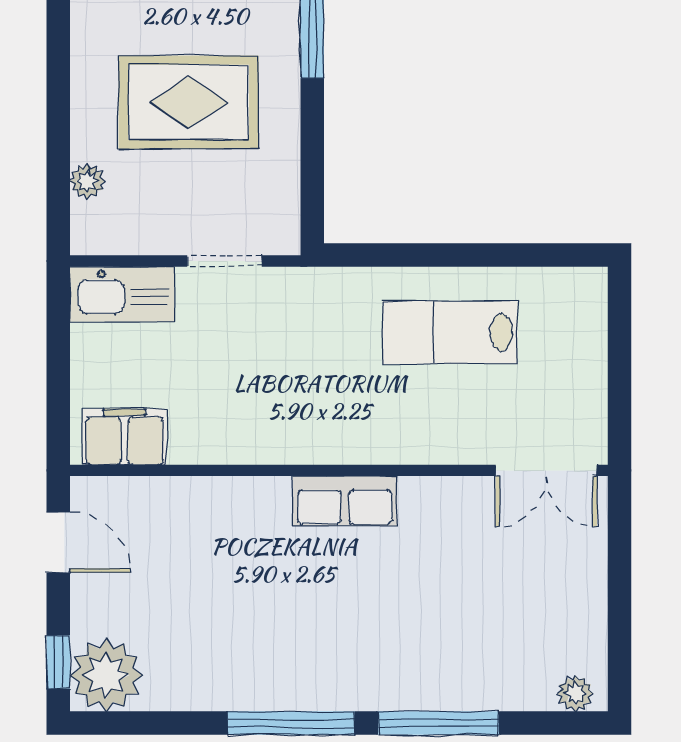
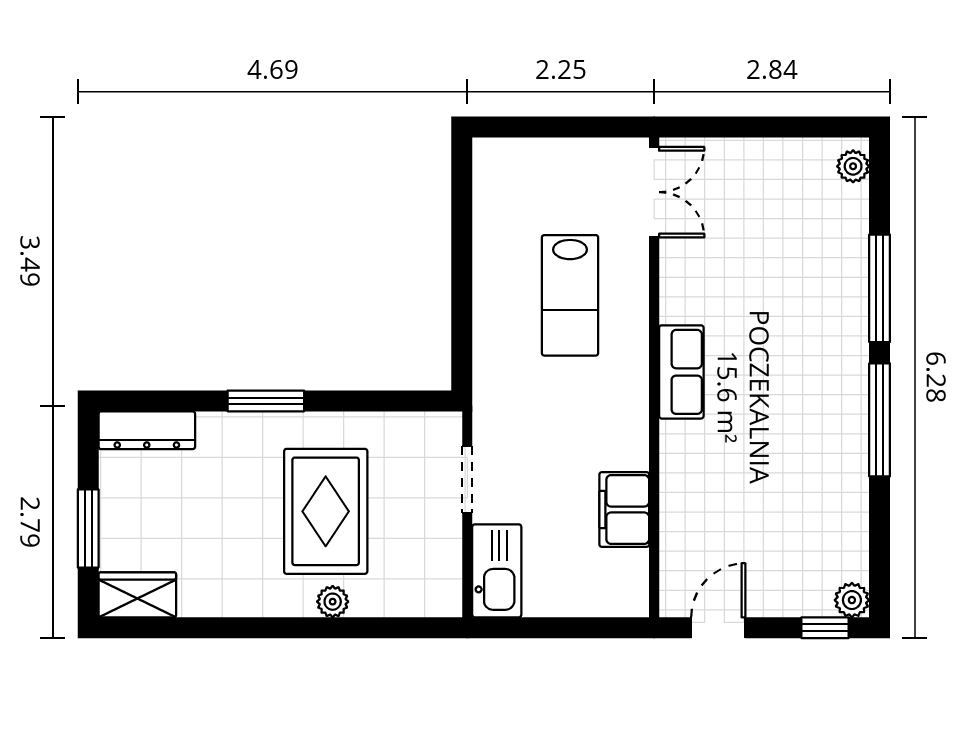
plant: (87, 181) -> (333, 602), moved
lab bench: (450, 332) -> (570, 295), moved
filing cabinet: (124, 437) -> (624, 510), moved
plant: (106, 675) -> (852, 600), width x0.53, depth x0.53

